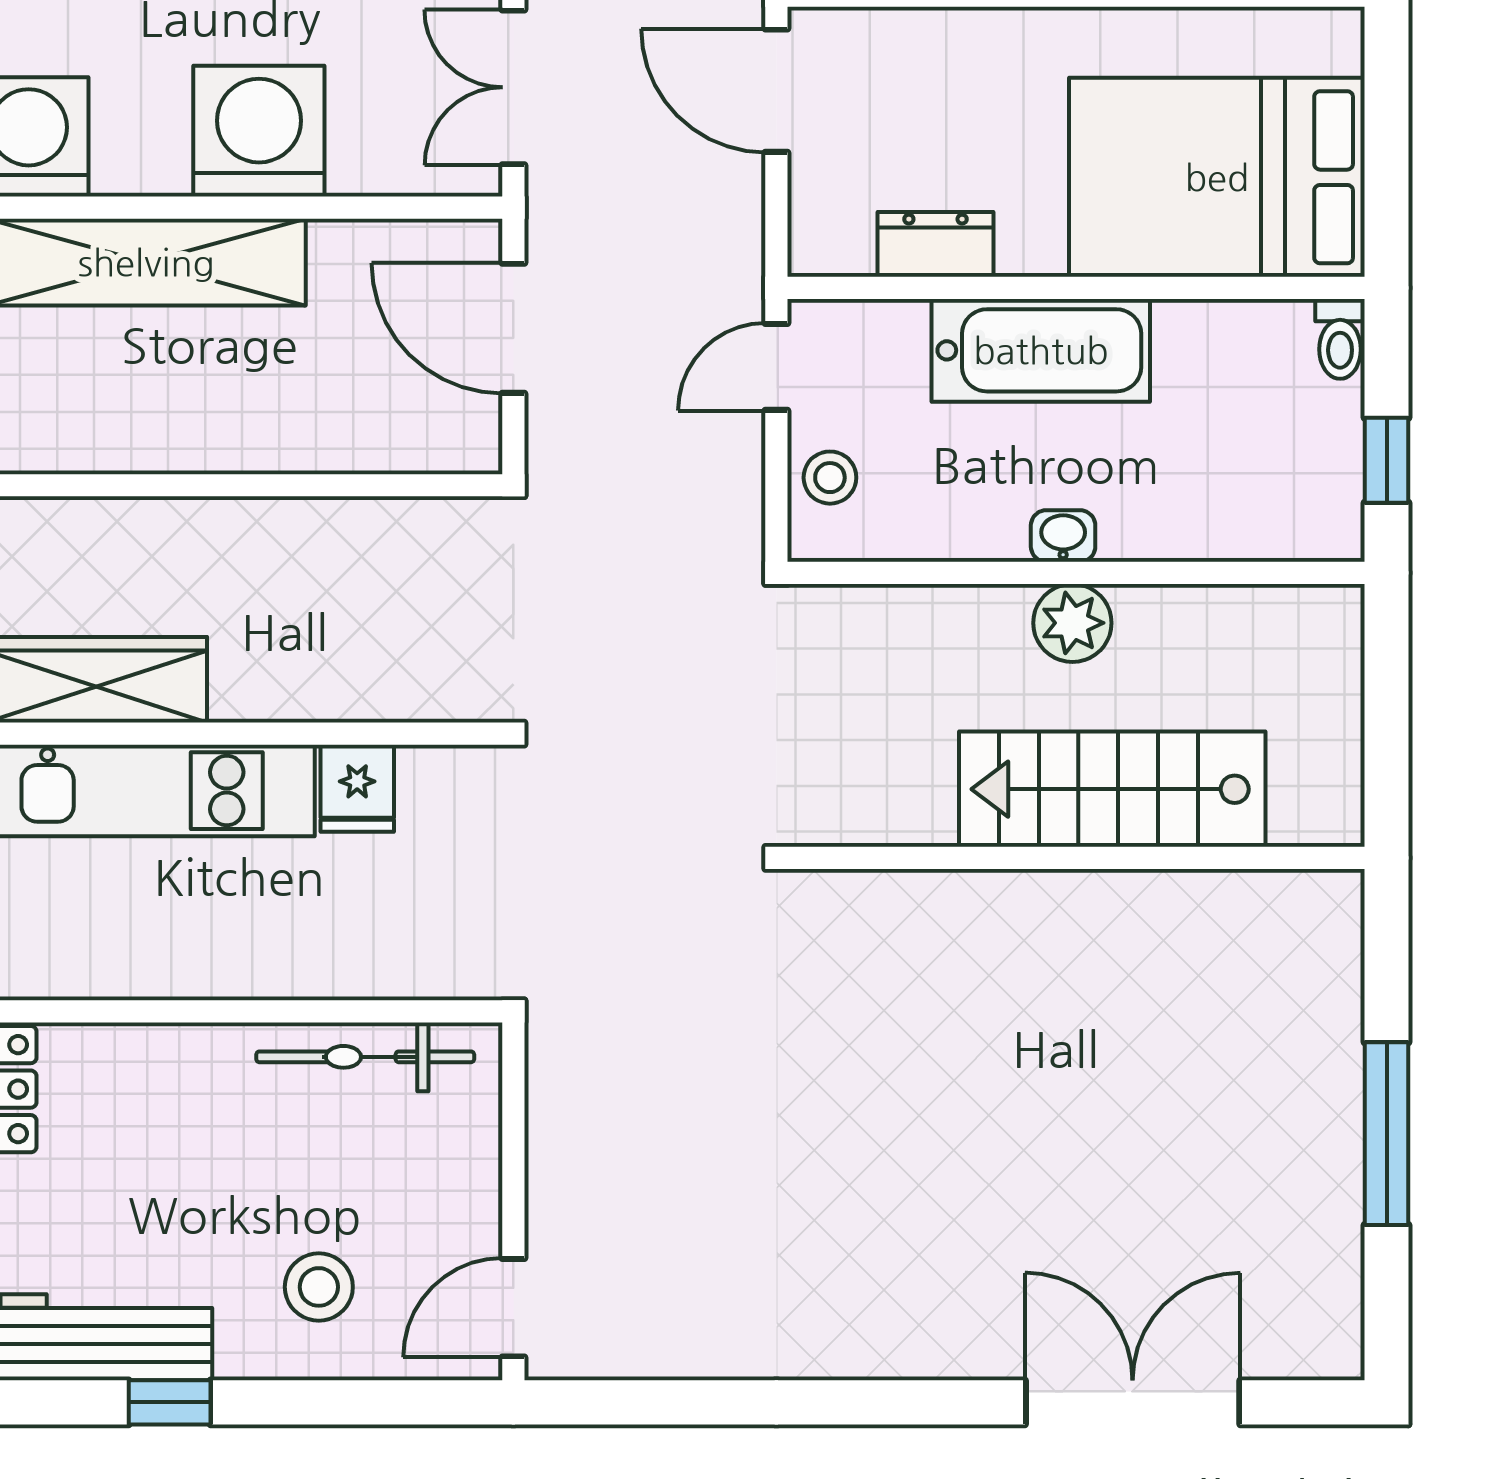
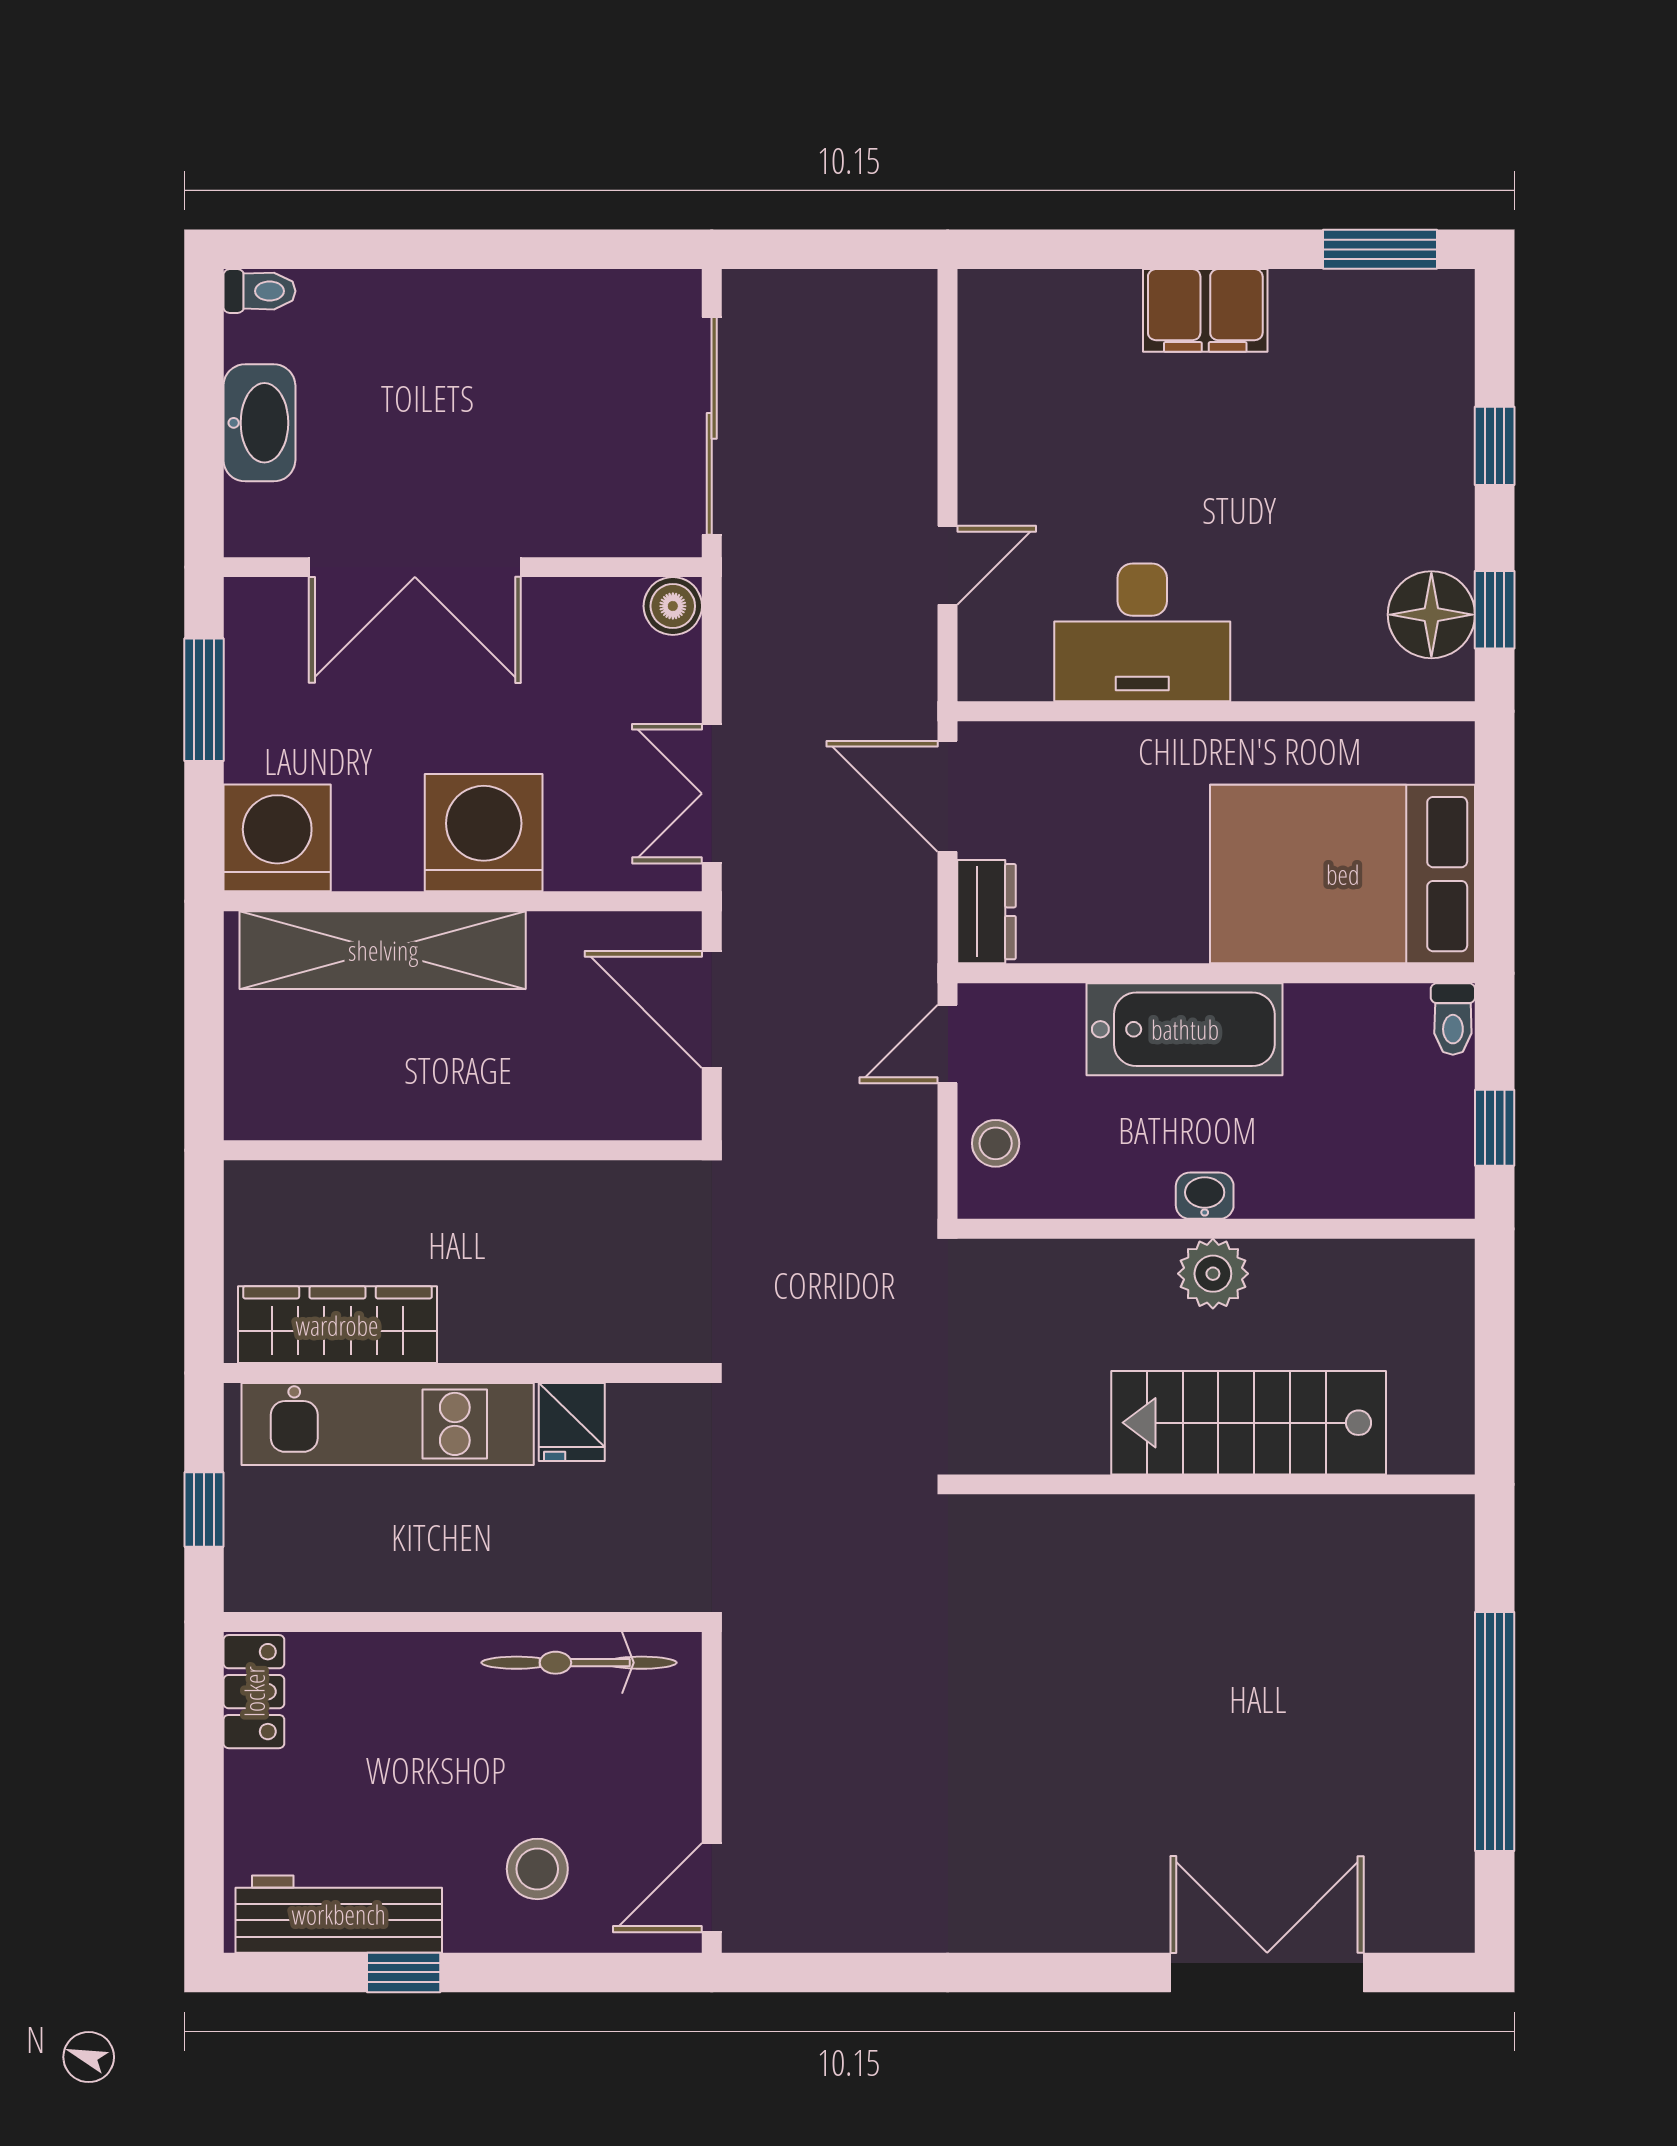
dresser: (935, 244) -> (987, 912), moved, turned 90
window: (1387, 1134) -> (1495, 1732), width x1.46

